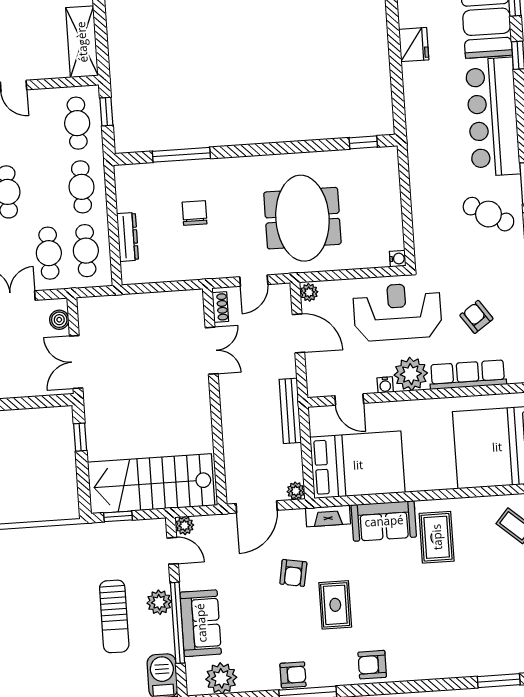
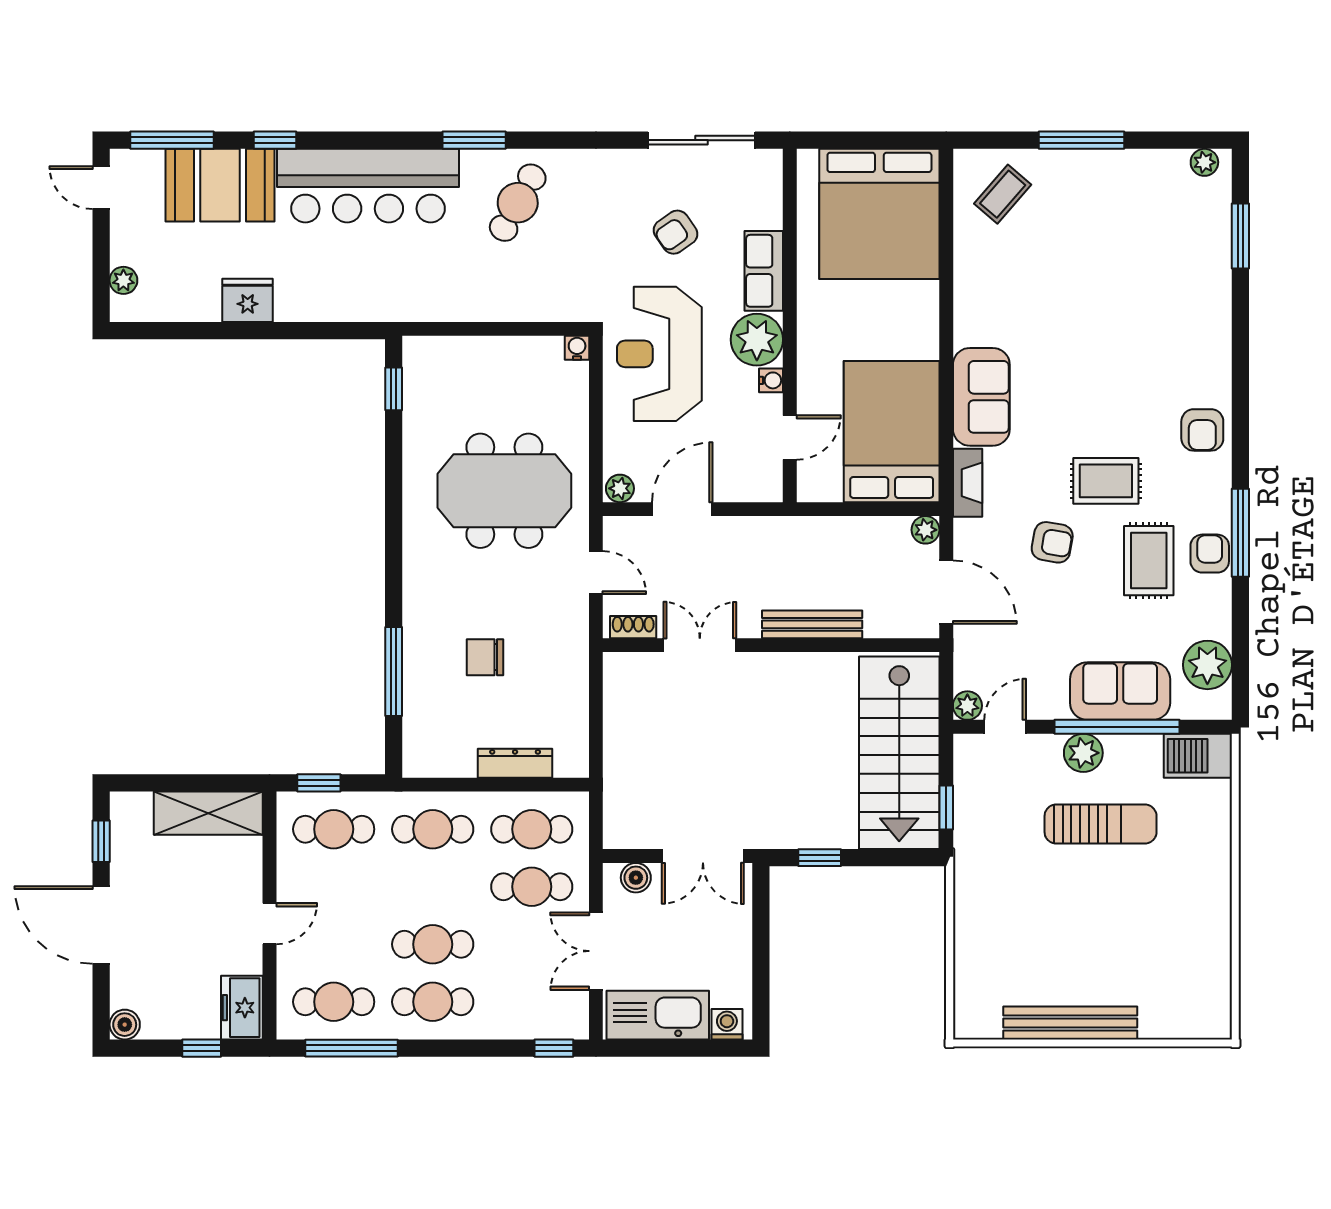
row of seats: (468, 375) -> (764, 271), width x0.68
bench: (290, 411) -> (812, 624), moved
rug: (437, 537) -> (1149, 561), moved, turned 90

